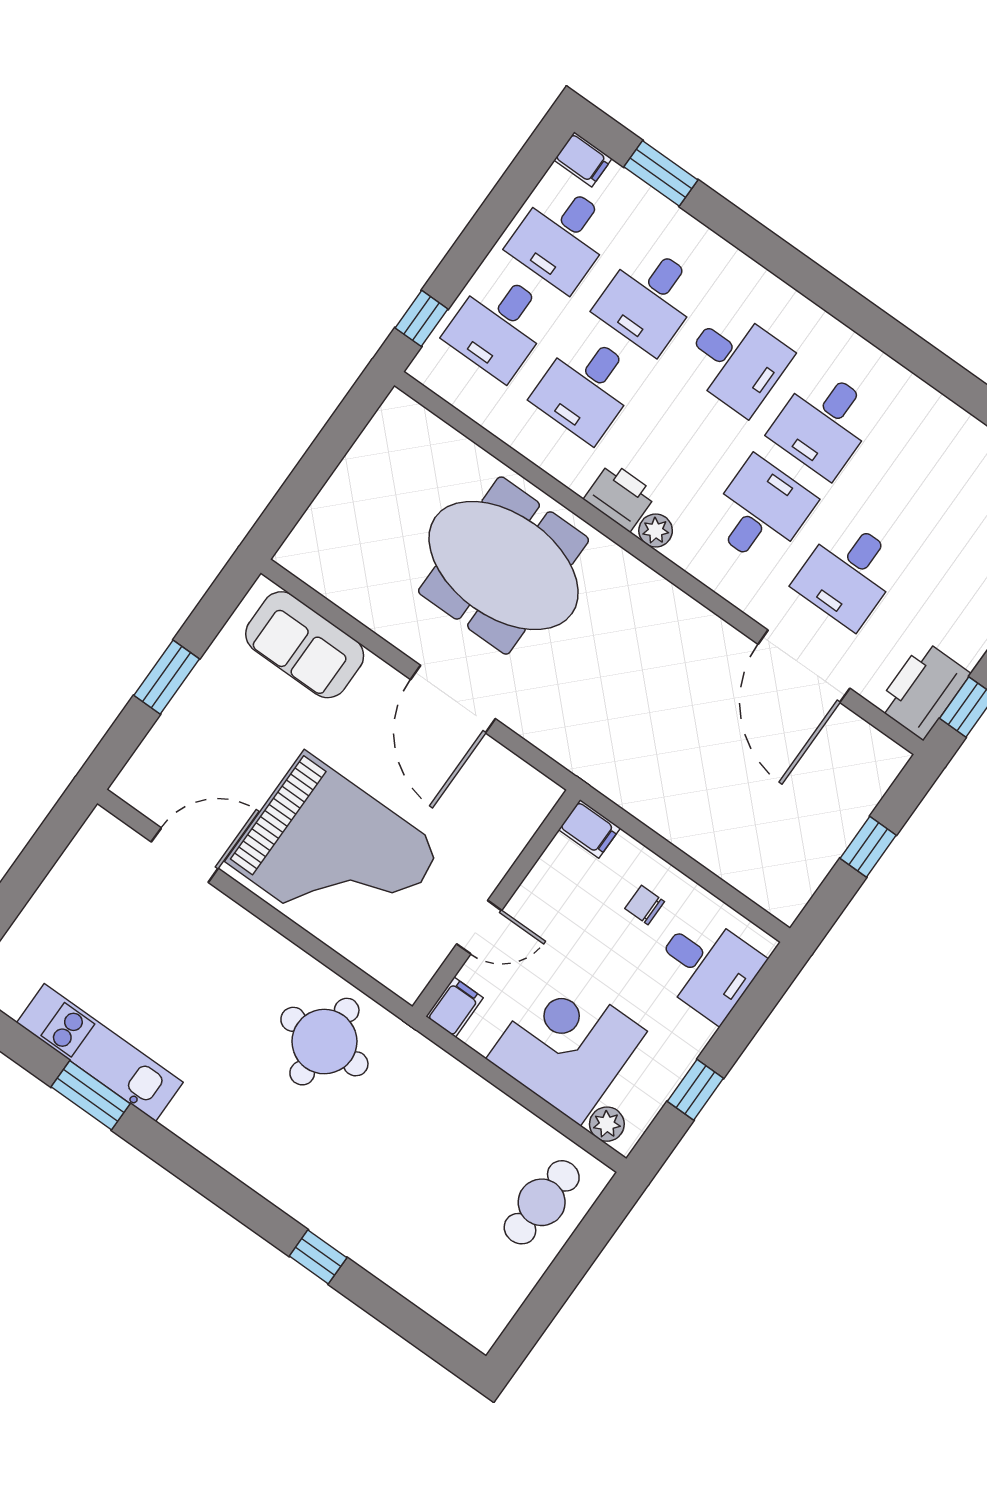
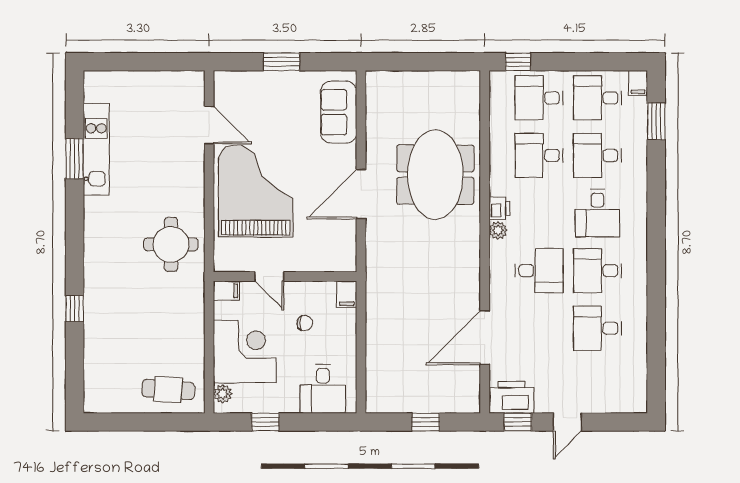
printer: (620, 497) -> (499, 208), width x0.73, depth x0.81
desk: (848, 574) -> (597, 328), moved
grand piano: (334, 855) -> (256, 191), turned 180
chair: (645, 905) -> (305, 323), moved, turned 92

